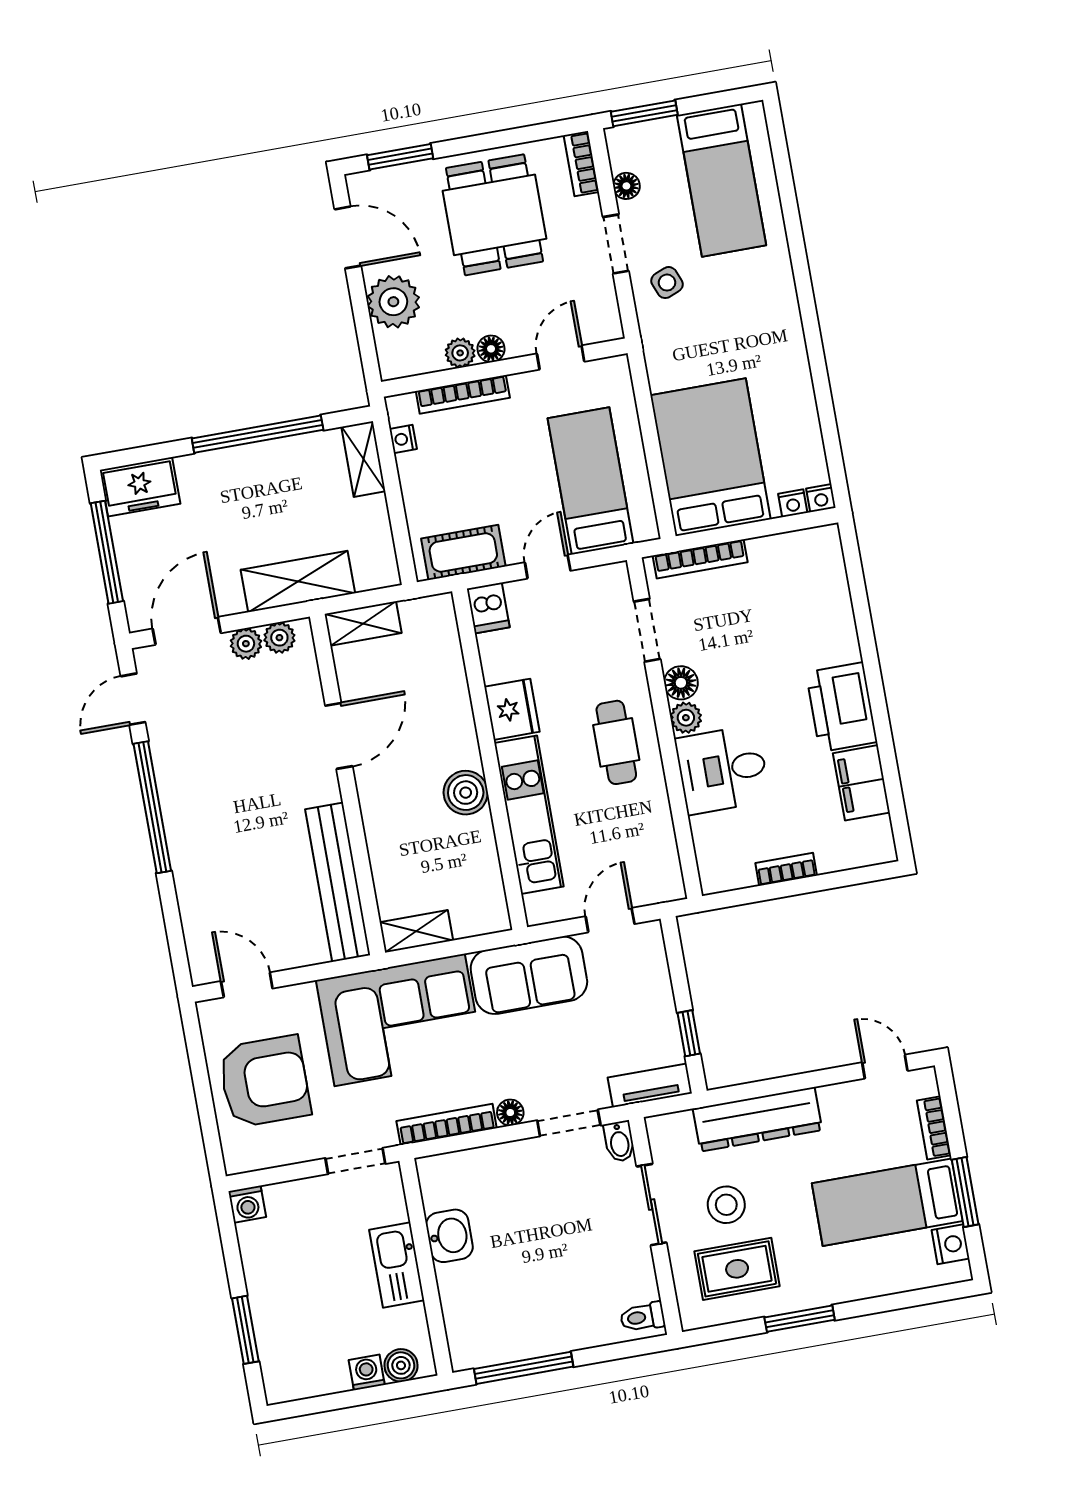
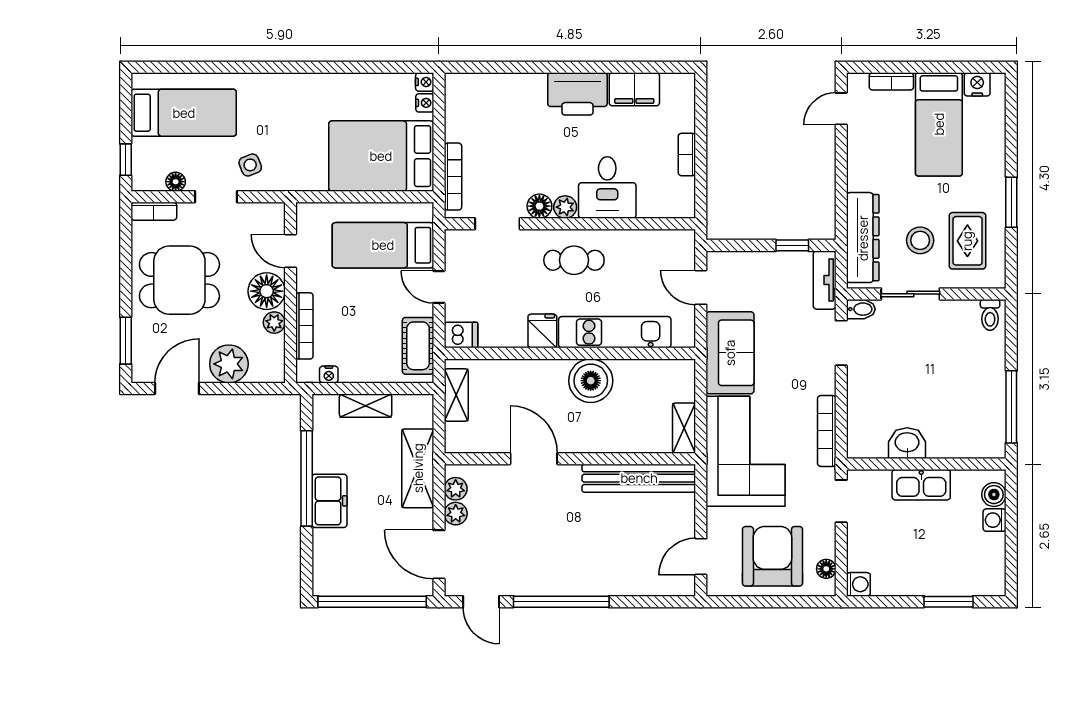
window: (644, 113) -> (126, 160), width x0.67
floor lamp: (491, 349) -> (267, 291), width x1.89, depth x1.89
shelving: (363, 459) -> (366, 406), moved
freezer: (140, 487) -> (329, 501), moved
window: (107, 552) -> (372, 602), width x1.46
shelving: (363, 624) -> (456, 395), moved
fridge: (512, 709) -> (542, 331), width x0.72
boiler: (466, 793) -> (591, 381), width x1.37, depth x1.37
floor lamp: (510, 1113) -> (826, 569), moved
dresser: (757, 1119) -> (863, 238), moved
window: (965, 1192) -> (942, 67), removed

